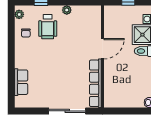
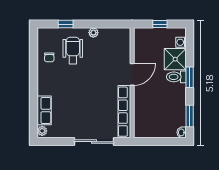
plant: (19, 14) -> (42, 131), moved
wheelchair: (48, 27) -> (73, 50), turned 180

